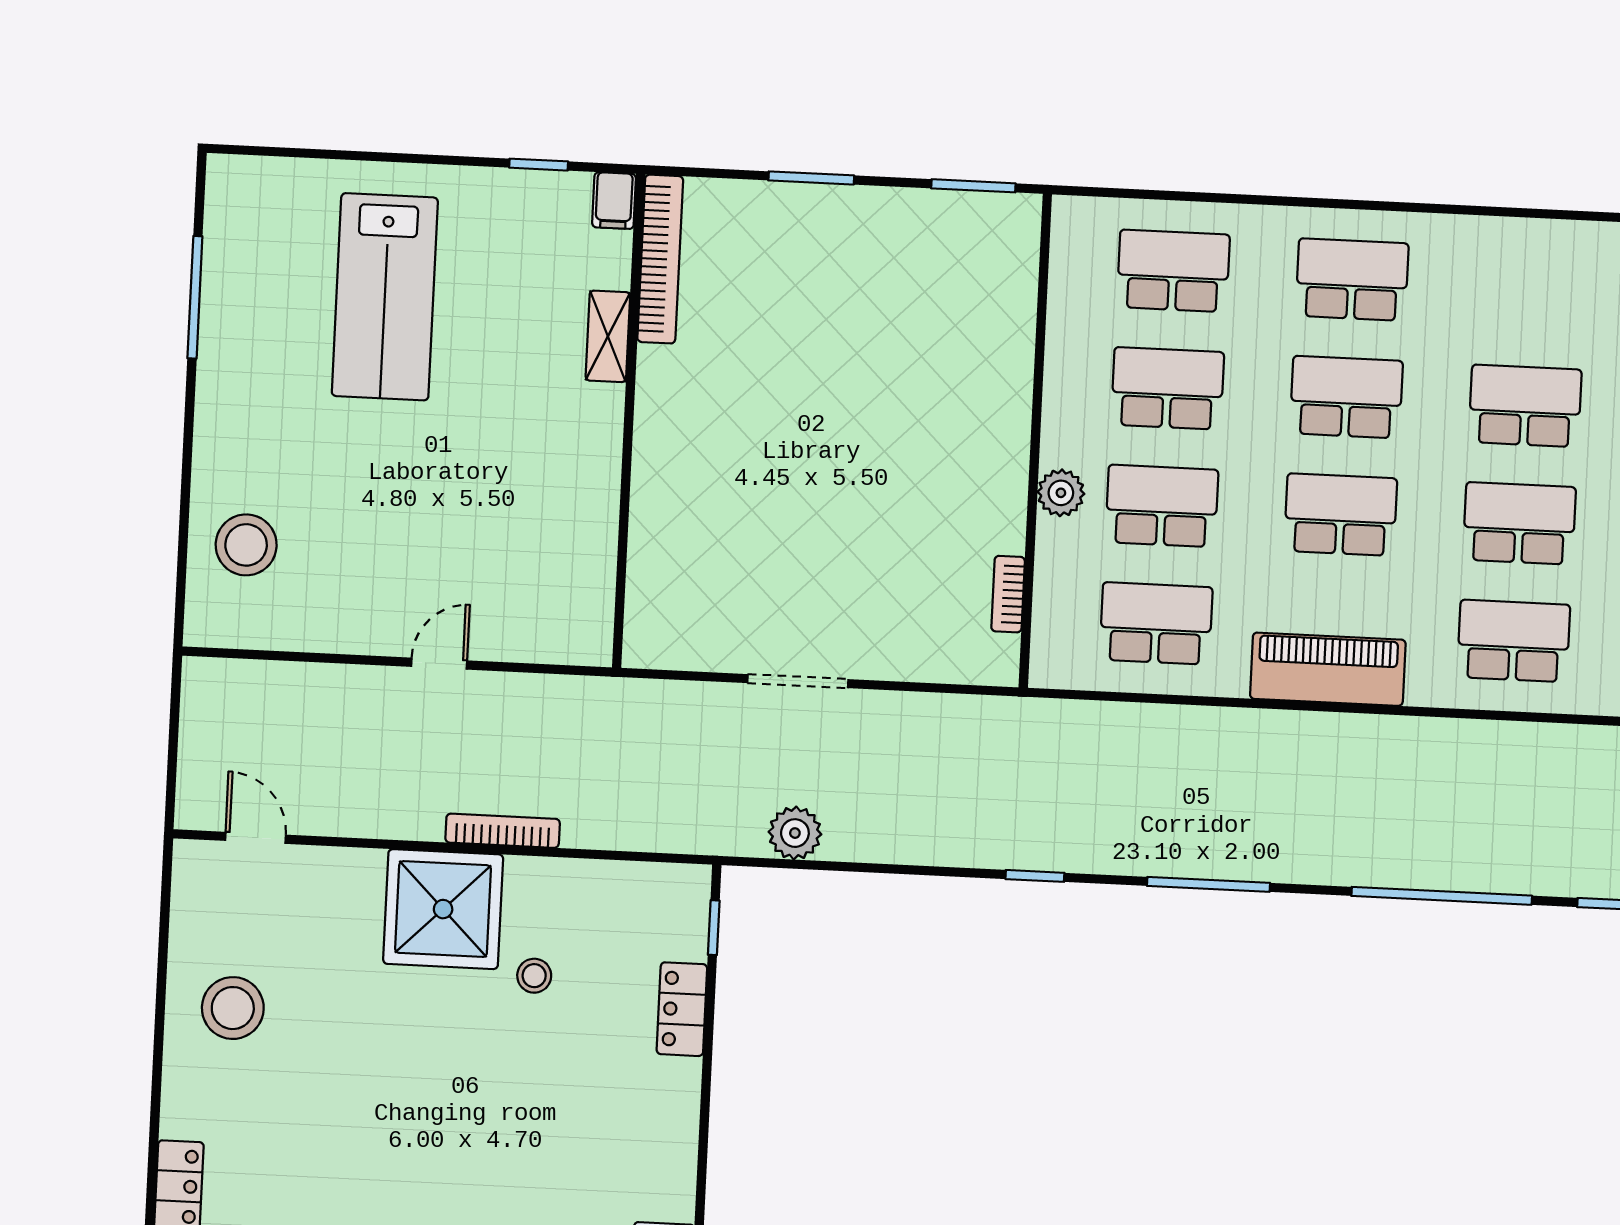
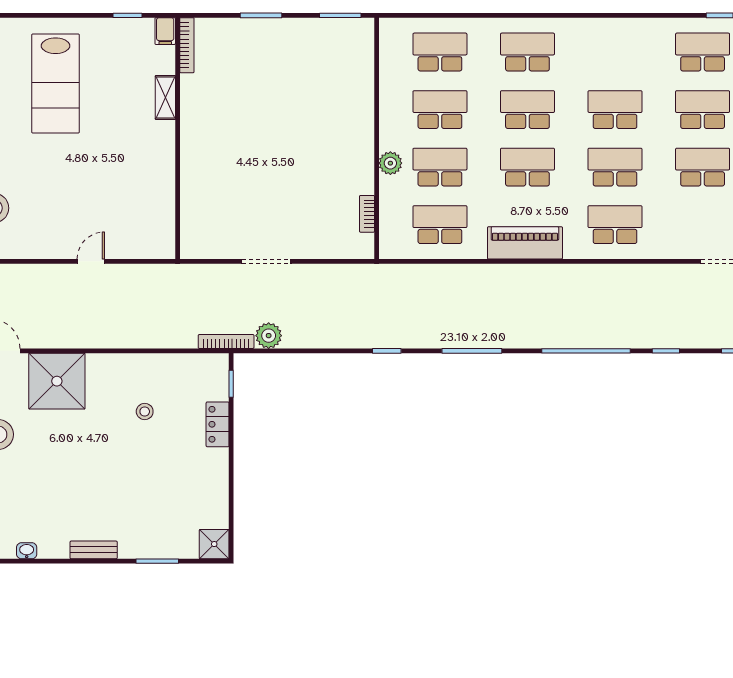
bookcase: (660, 259) -> (187, 45), width x0.68, depth x0.76
bookcase: (503, 831) -> (226, 341), moved
shower: (443, 909) -> (57, 381), moved

